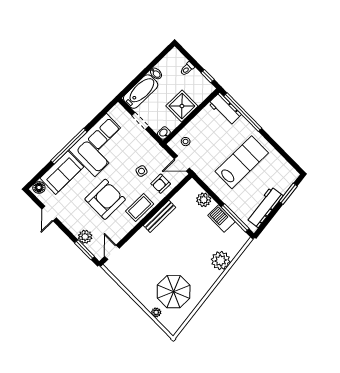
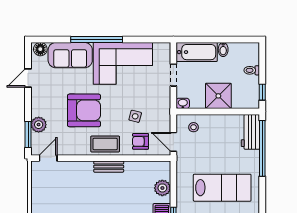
bench: (159, 216) -> (109, 167), width x0.73

